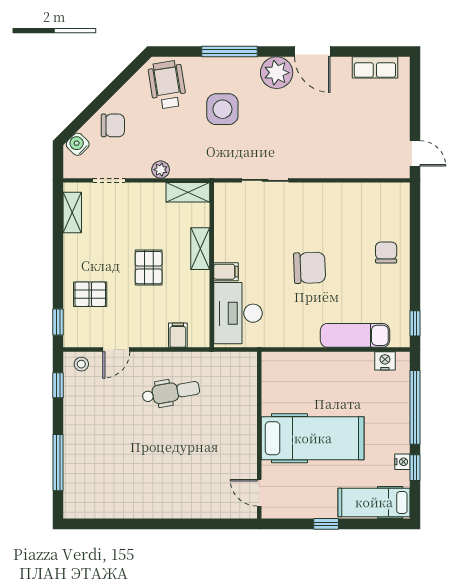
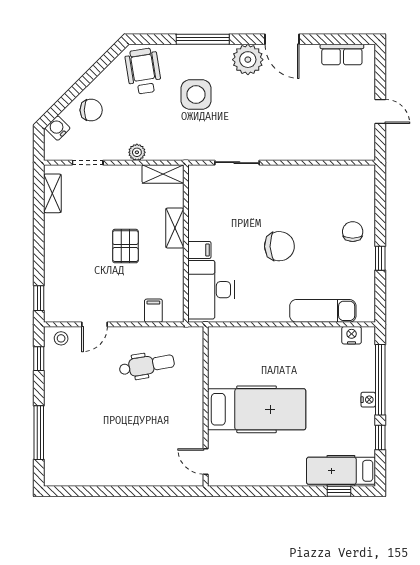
door: (415, 153) -> (380, 112), moved
pallet: (90, 294) -> (70, 271), removed
window: (415, 323) -> (380, 258), moved
wall: (259, 435) -> (206, 406), moved
hospital bed: (313, 438) -> (257, 409), moved
nightstand: (402, 462) -> (368, 400), moved
door: (259, 493) -> (206, 461), moved
window: (326, 524) -> (339, 491), moved

